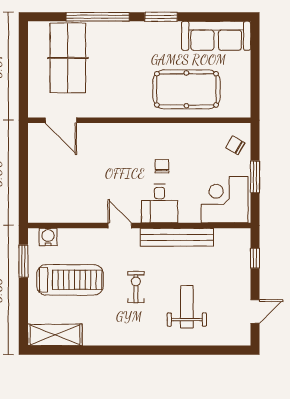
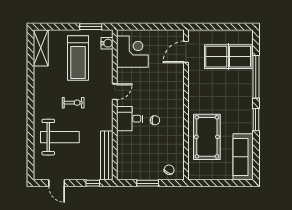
corner desk: (225, 200) -> (132, 52), moved
bench: (177, 237) -> (107, 156), moved
weight bench: (187, 307) -> (60, 137), width x1.36, depth x1.33

